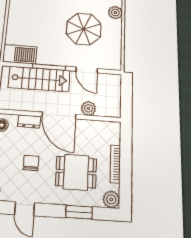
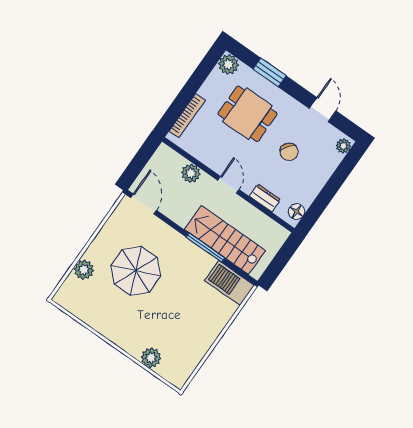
door: (87, 70) -> (144, 204), moved
door: (59, 115) -> (228, 185), width x0.53
chair: (31, 163) -> (289, 152), turned -52
bookcase: (115, 164) -> (187, 116), moved

